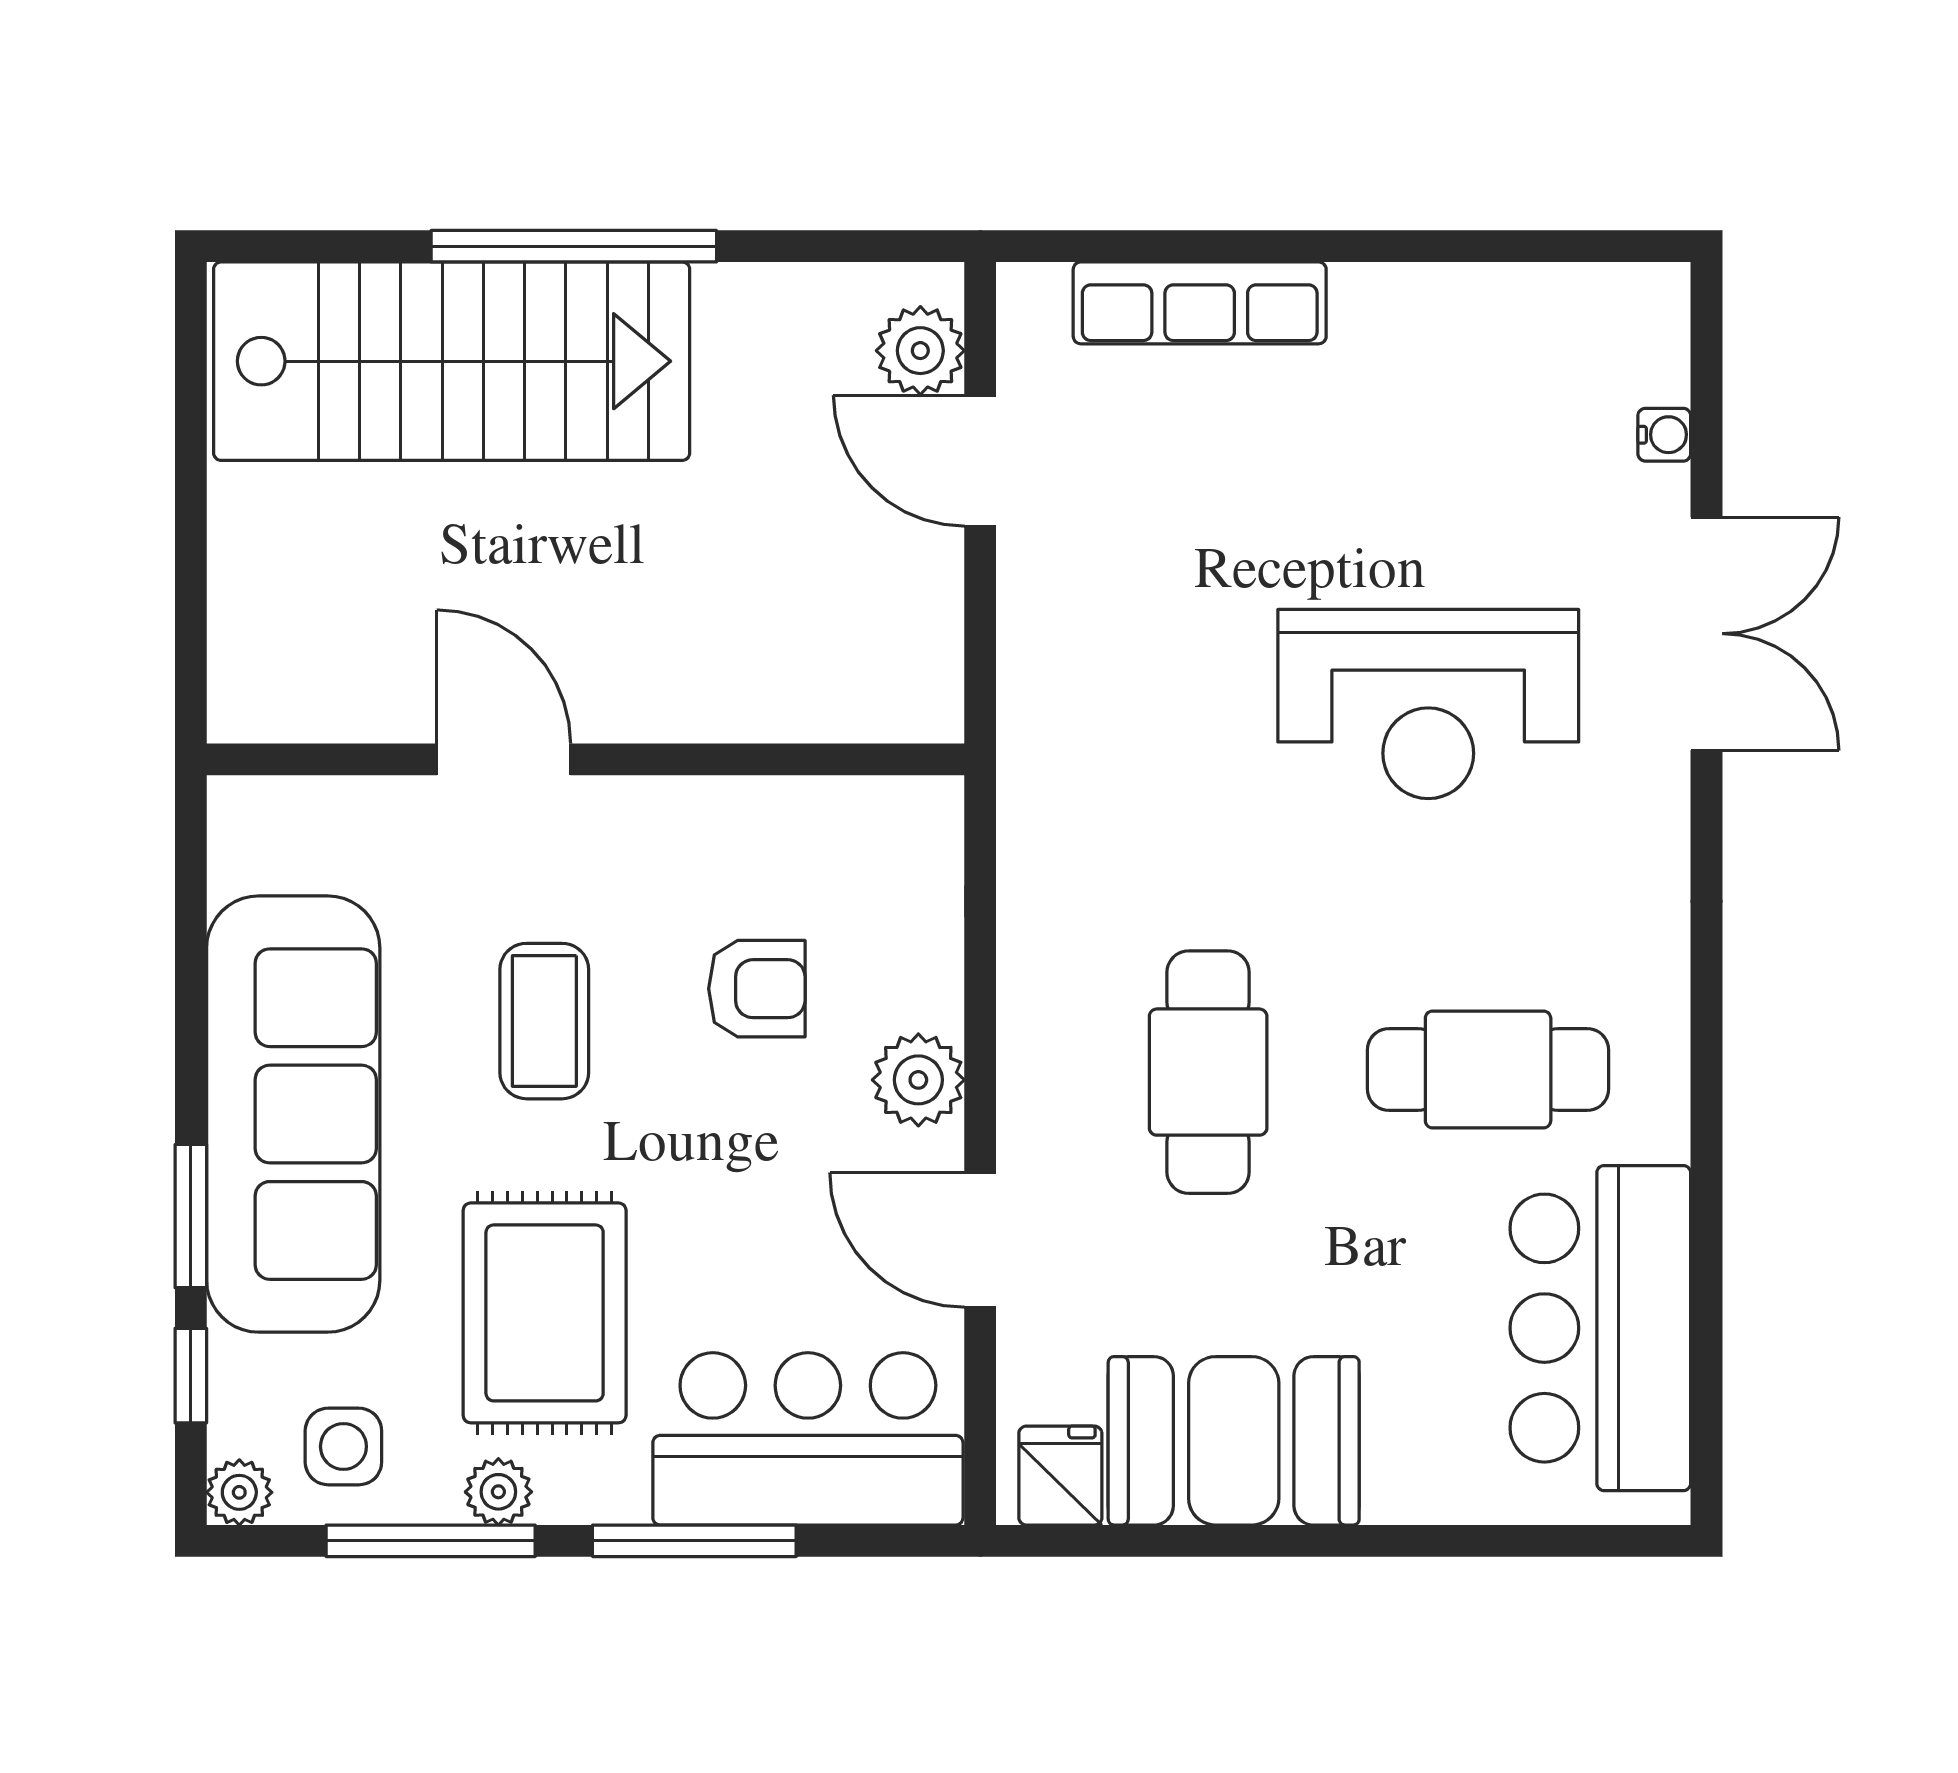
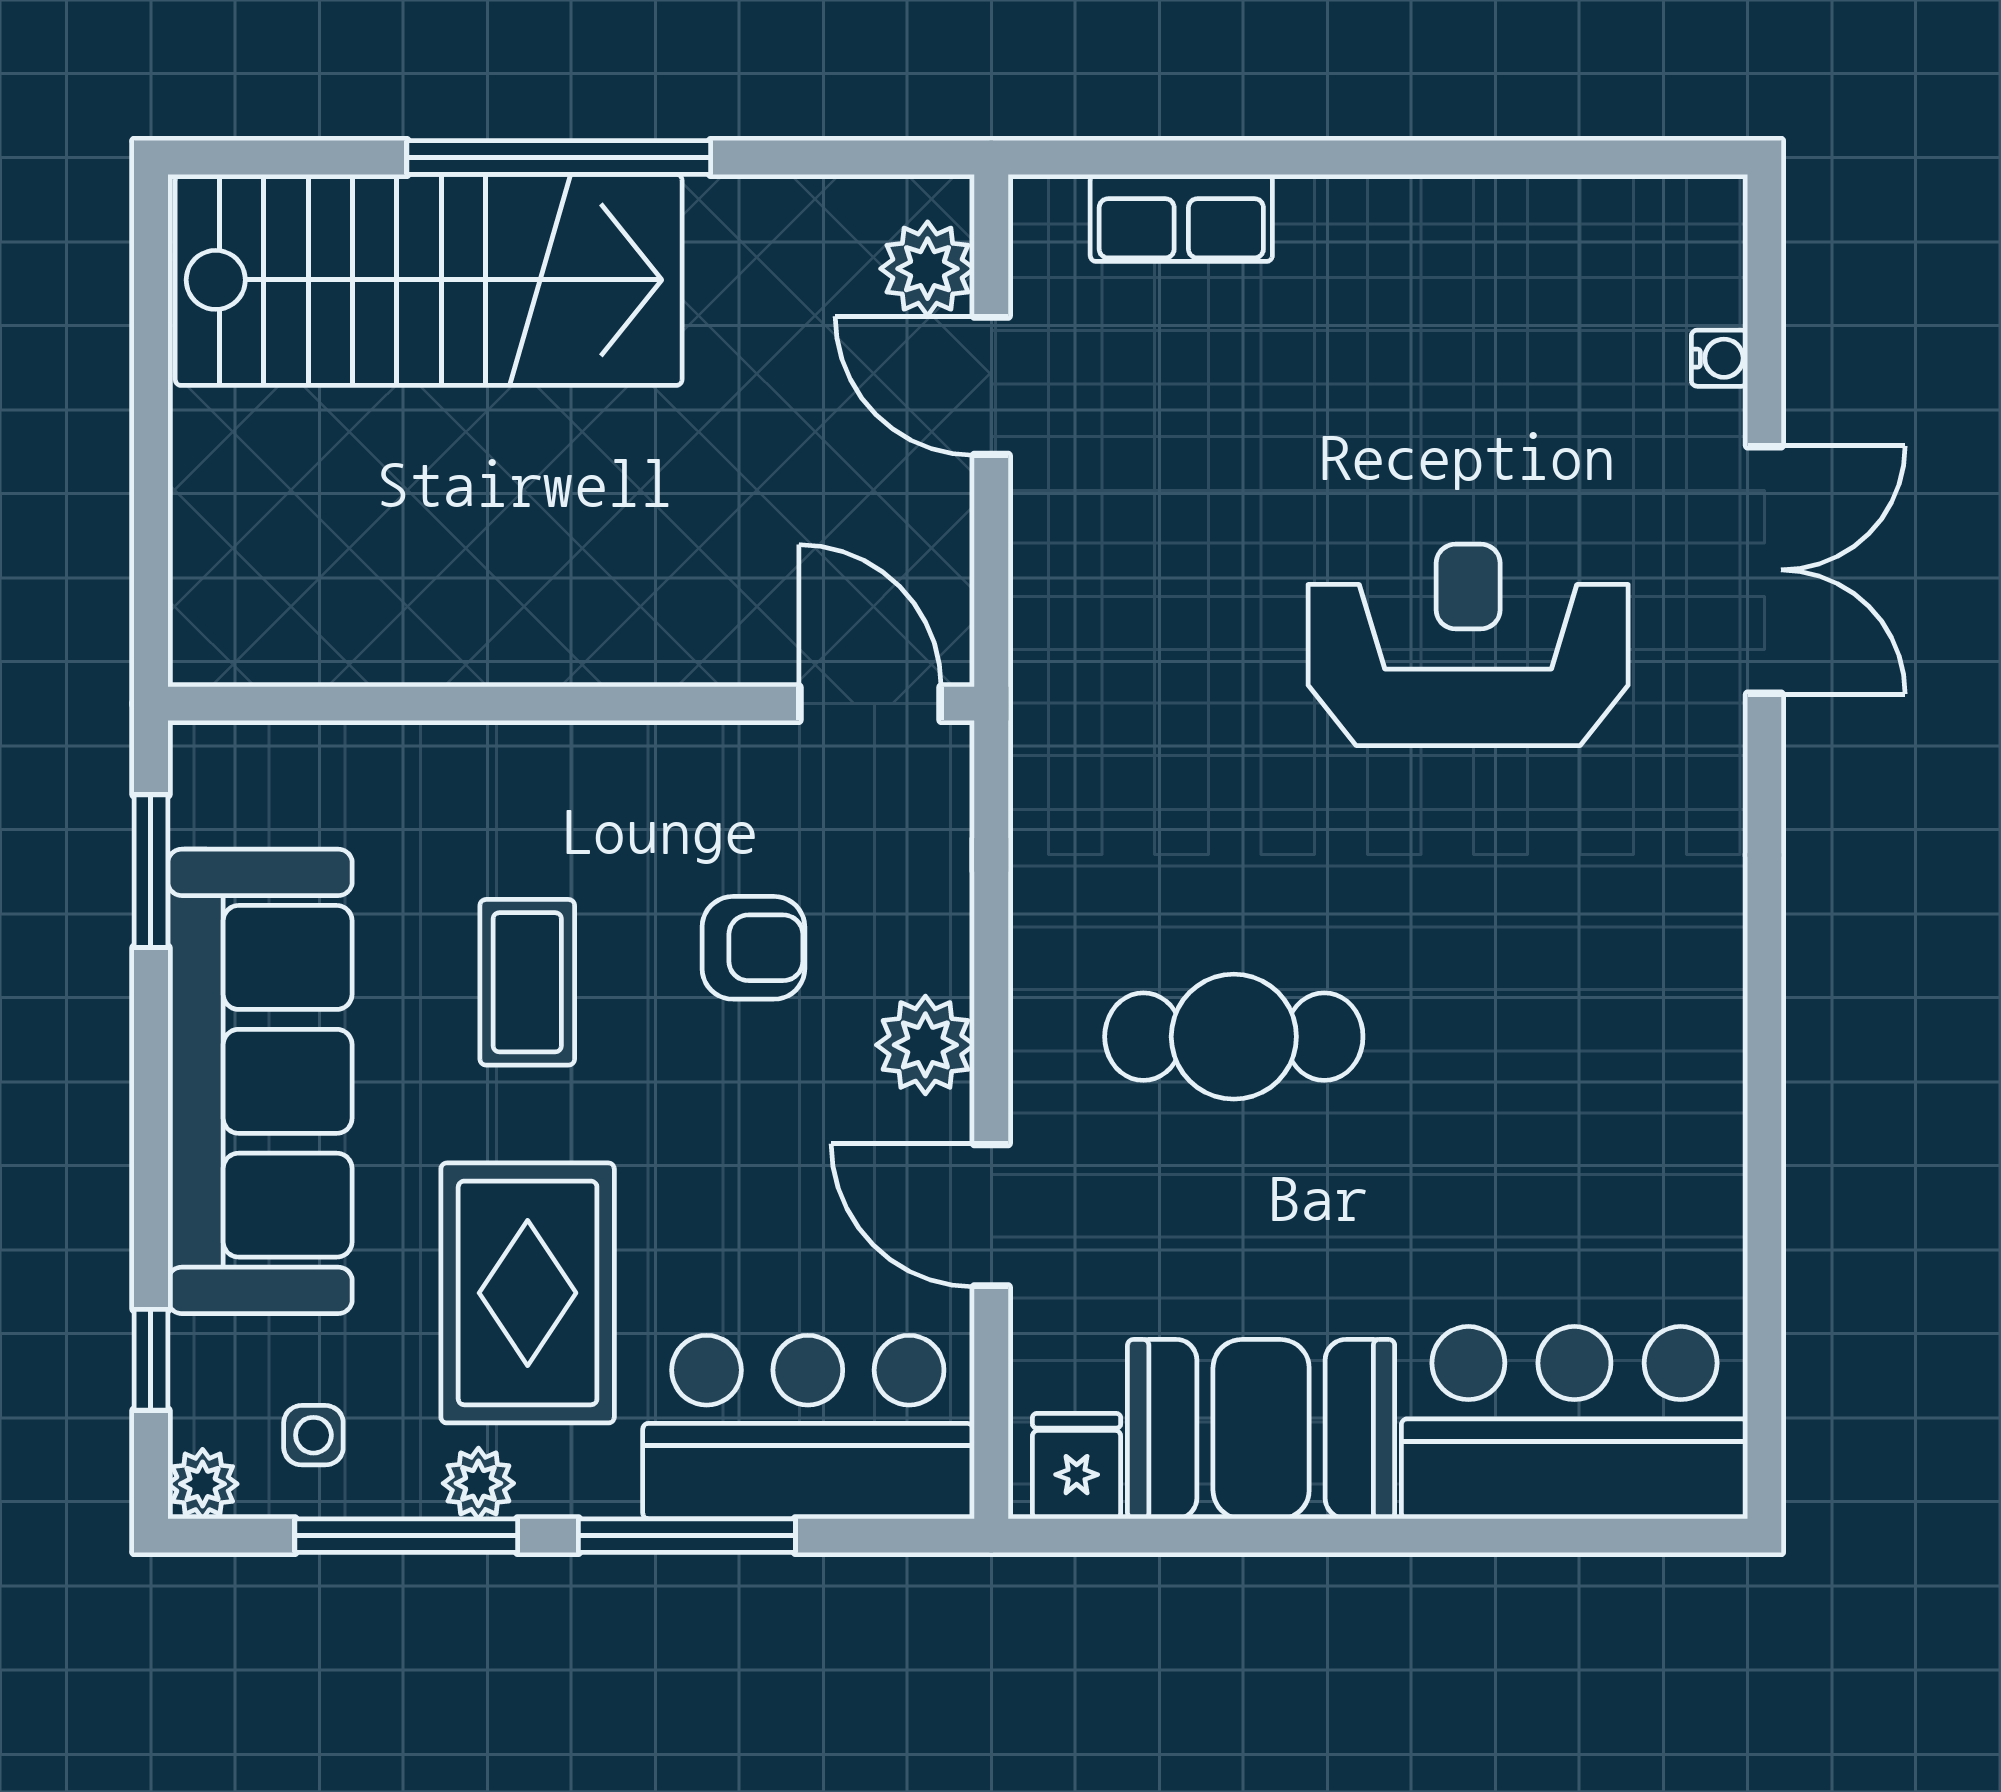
row of seats: (1200, 303) -> (1181, 218), width x0.68
reception desk: (1428, 704) -> (1468, 645), turned 180
door: (504, 759) -> (870, 704), moved
cafe table: (1488, 1069) -> (1532, 1034), removed
cafe table: (1208, 1072) -> (1234, 1037), turned 90
window: (191, 1216) -> (151, 871), moved
bar counter: (1600, 1328) -> (1574, 1423), moved, turned 90
side table: (343, 1446) -> (313, 1435), width x0.73, depth x0.73

